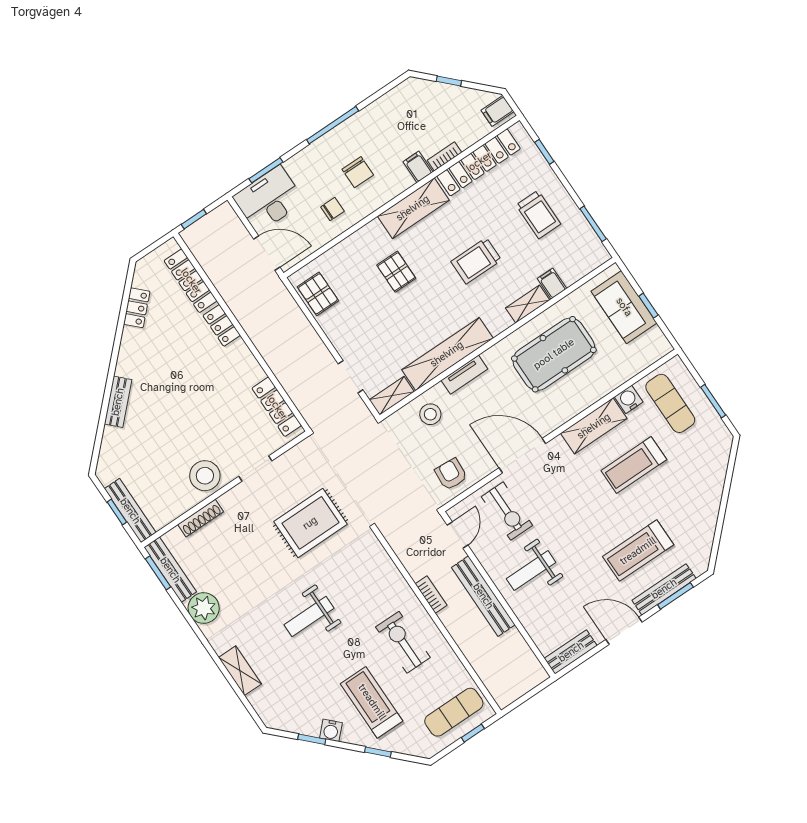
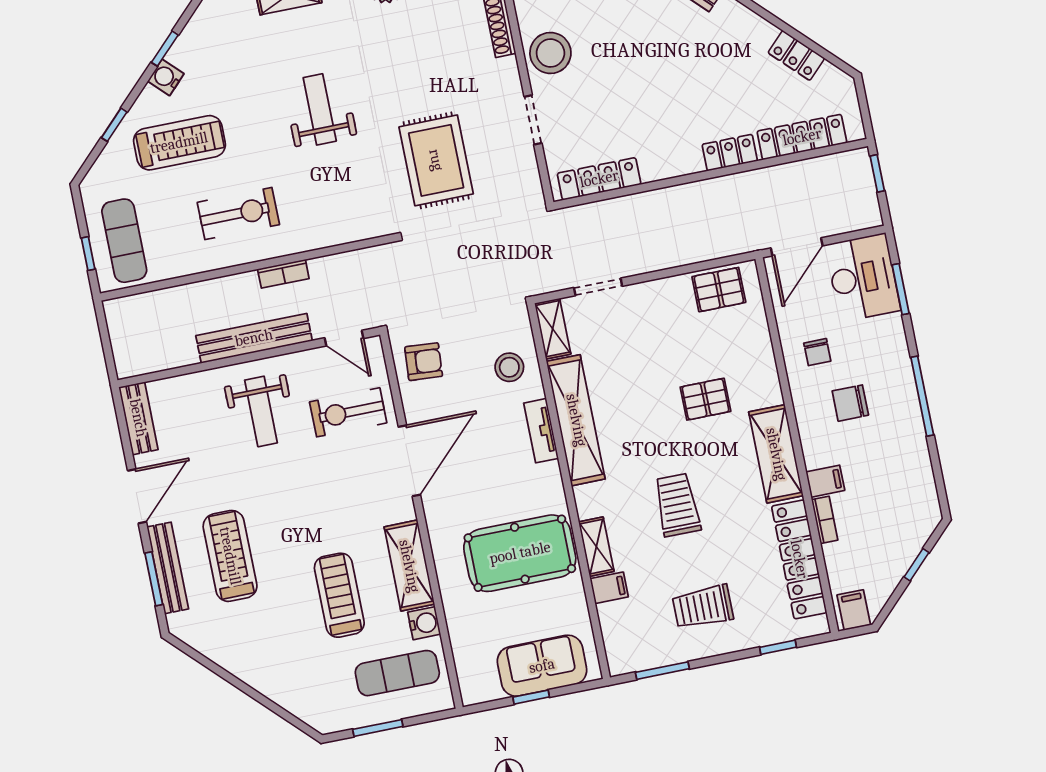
pool table: (554, 354) -> (520, 553), turned 90
weight bench: (531, 571) -> (261, 411), turned 180

